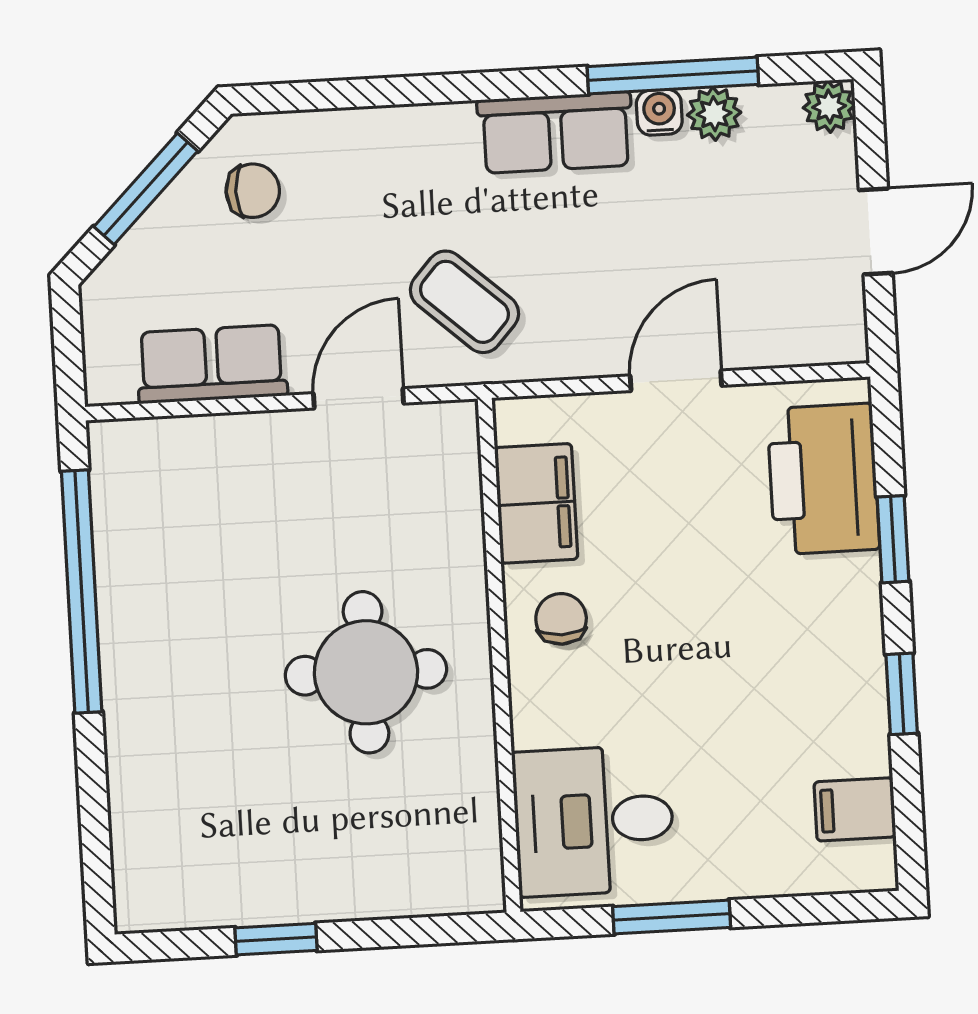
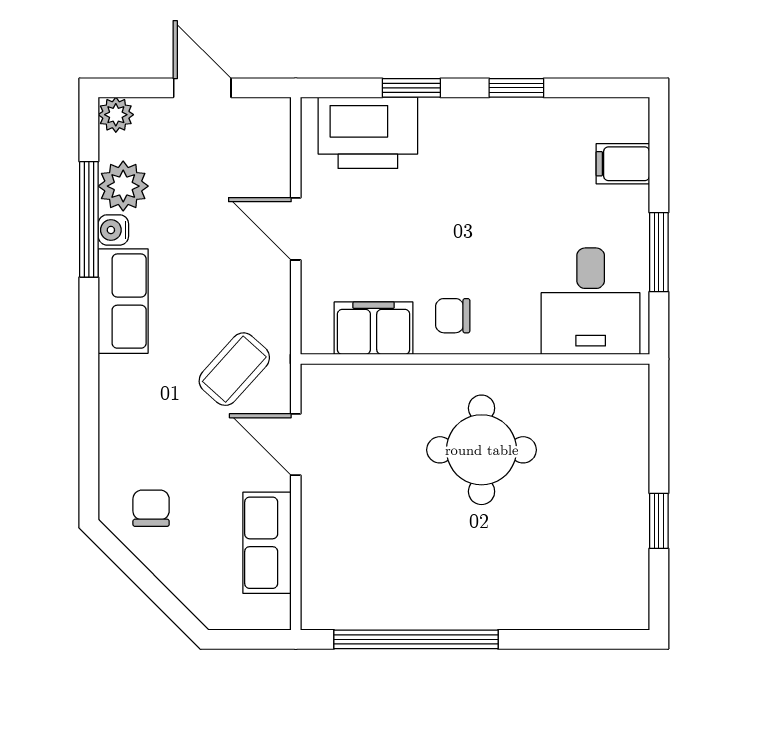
plant: (714, 114) -> (123, 186), width x1.38, depth x1.38
window: (146, 189) -> (146, 581), removed
filing cabinet: (855, 809) -> (623, 164), moved, turned 90

